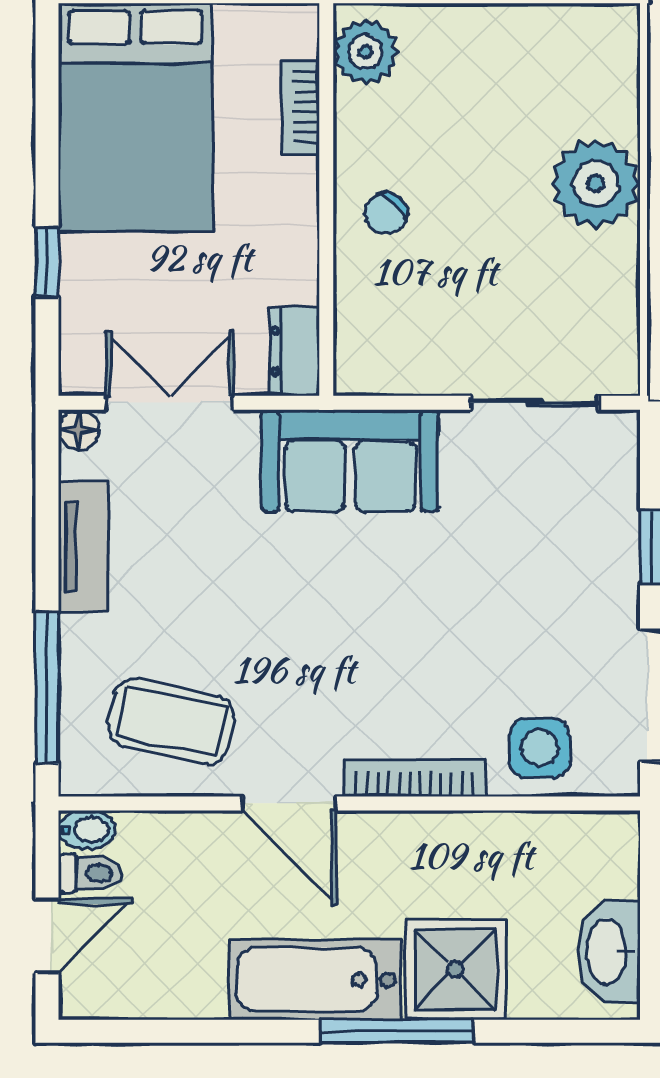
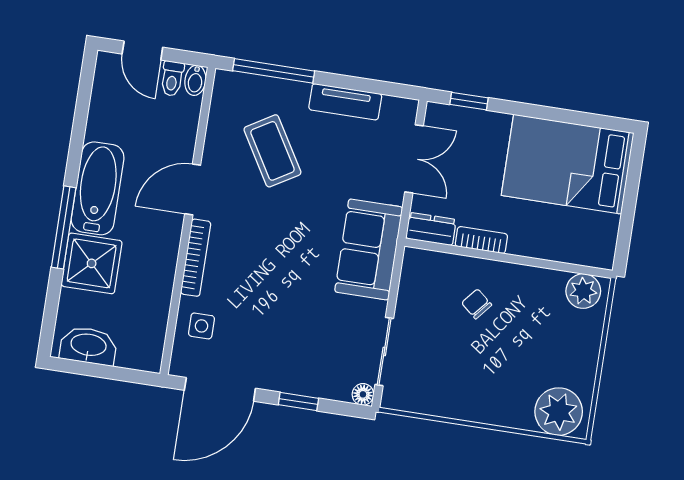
bookcase: (301, 107) -> (481, 240), moved
plant: (596, 184) -> (559, 412), moved
chair: (386, 213) -> (477, 304), moved
window: (47, 262) -> (469, 101), moved
floor lamp: (79, 430) -> (363, 394), moved
coffee table: (171, 721) -> (272, 151), moved, turned -43
side table: (539, 748) -> (201, 326), width x0.73, depth x0.73

